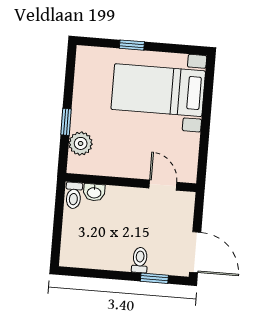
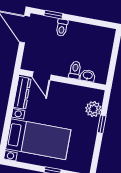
dresser: (189, 157) -> (22, 93), added
toilet: (74, 195) -> (75, 70), moved

